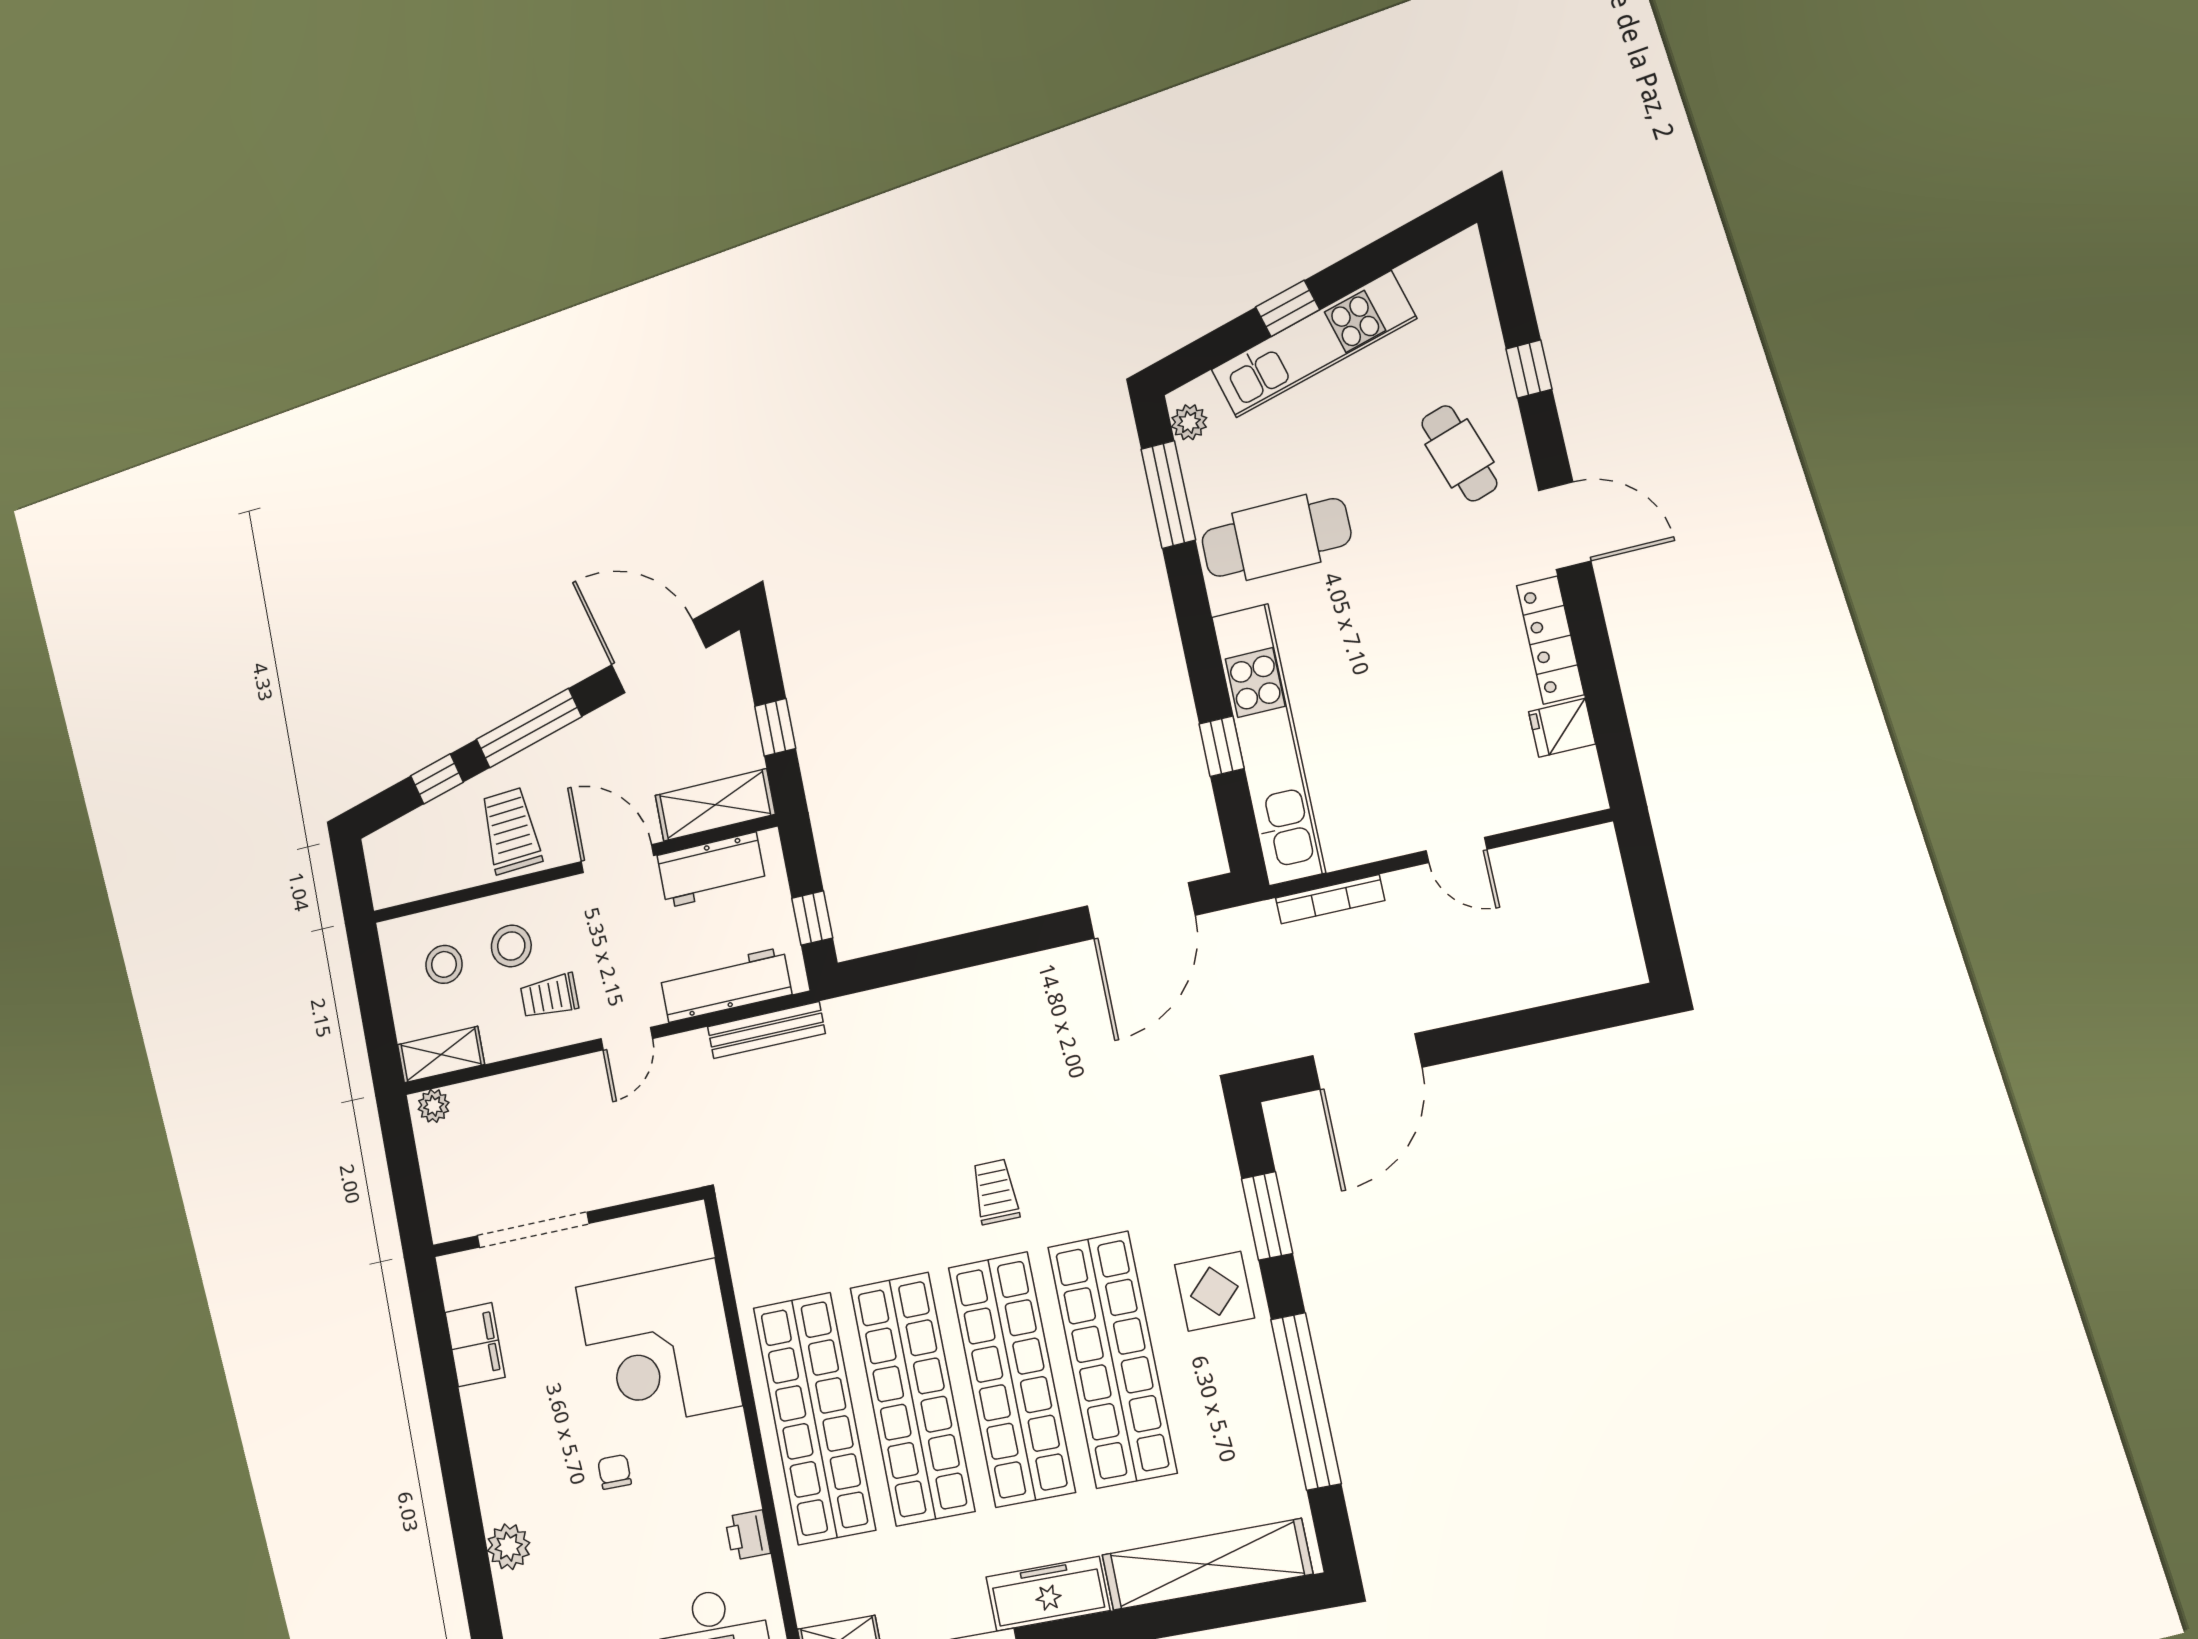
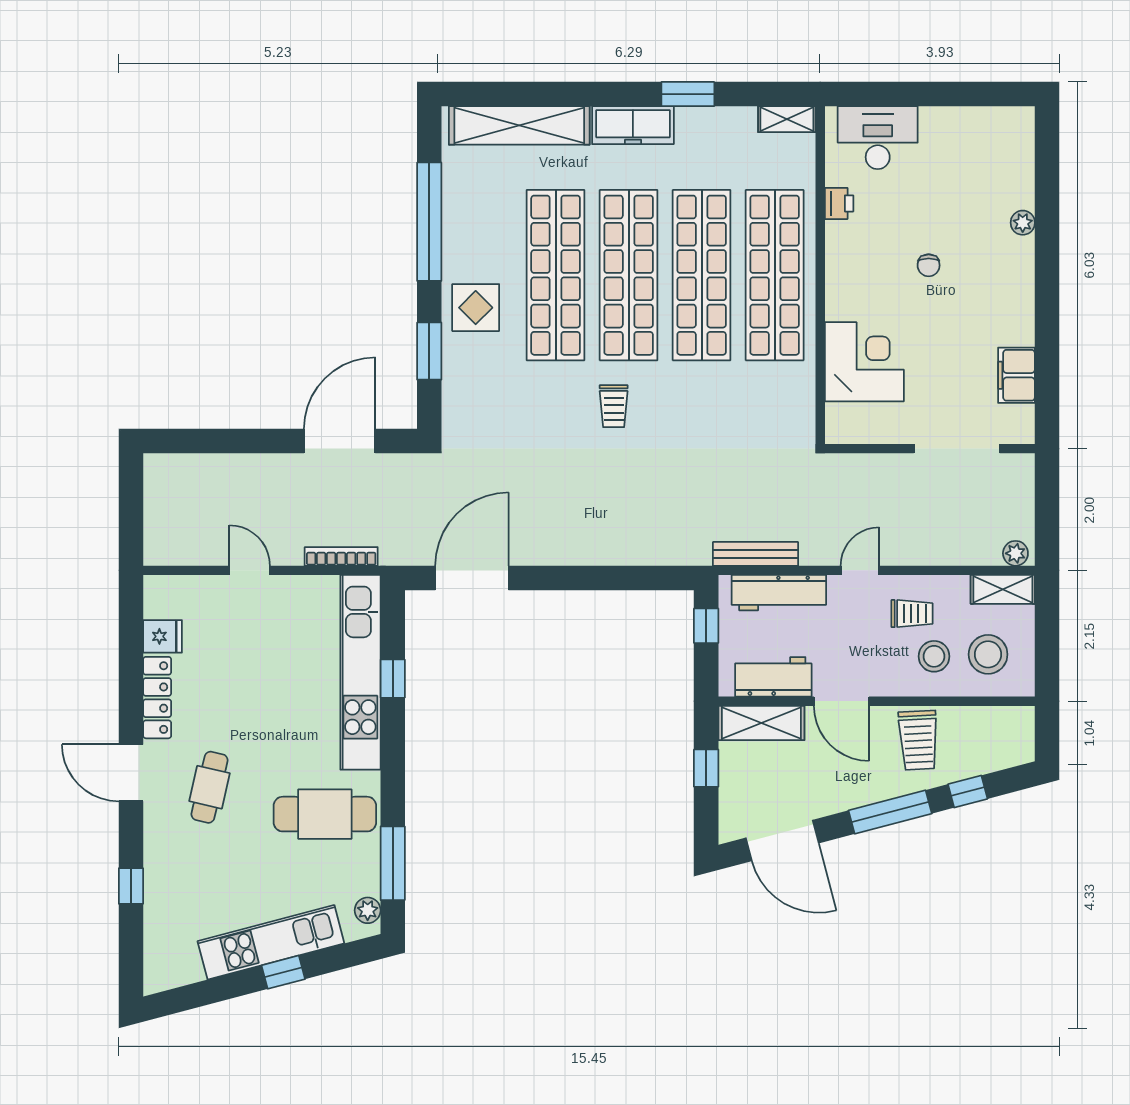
cafe table: (1459, 453) -> (210, 787), moved, turned 31
stool: (444, 964) -> (988, 654), width x1.38, depth x1.38
corner desk: (659, 1346) -> (864, 362), width x0.74, depth x0.74
plant: (509, 1547) -> (1023, 223), width x0.73, depth x0.73

